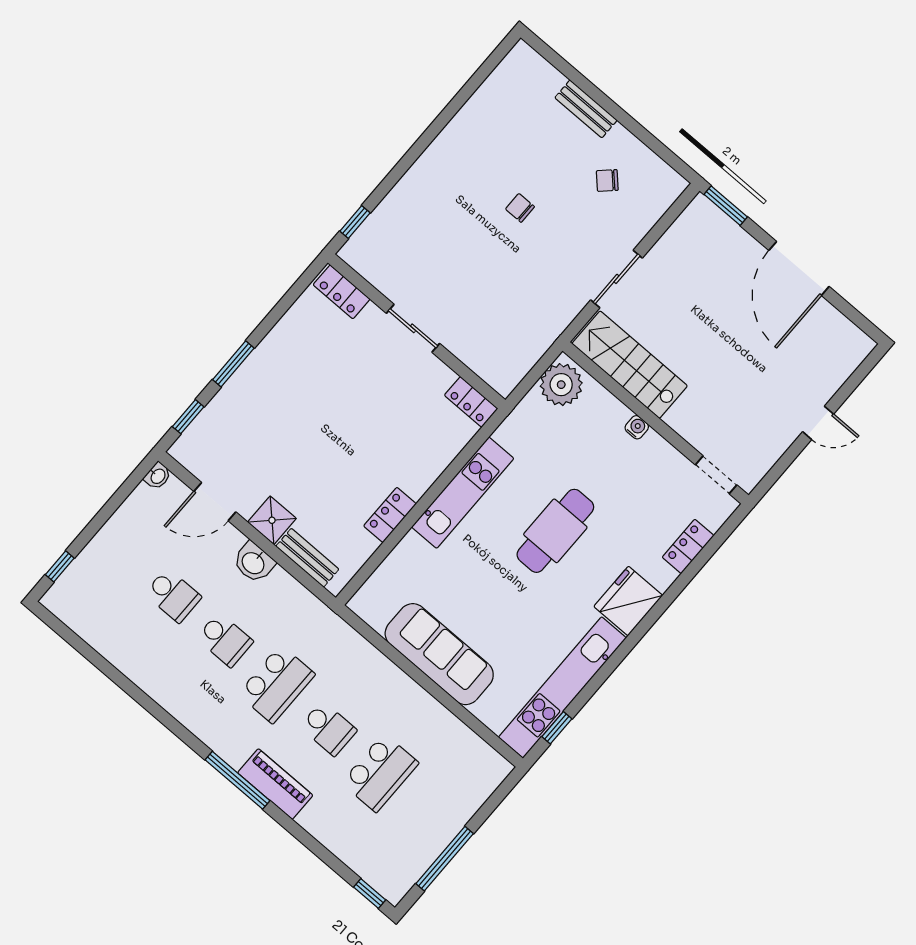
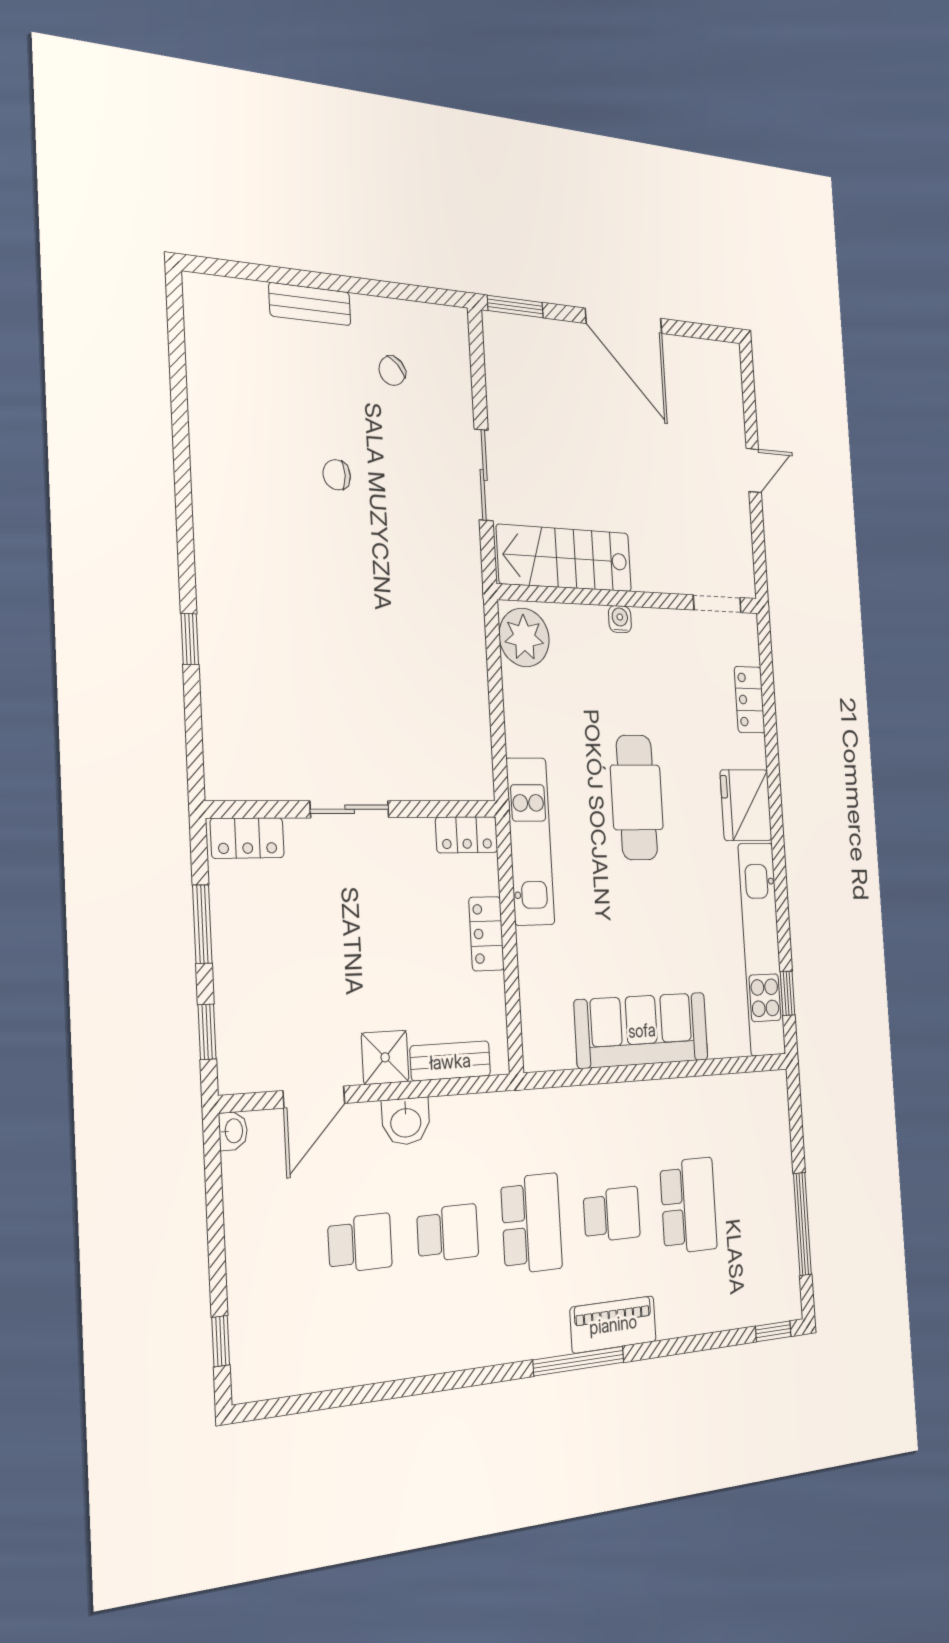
locker: (342, 292) -> (247, 838), moved
sliding door: (413, 328) -> (350, 809), moved
wall: (417, 331) -> (356, 809), moved
locker: (471, 402) -> (467, 835), moved

